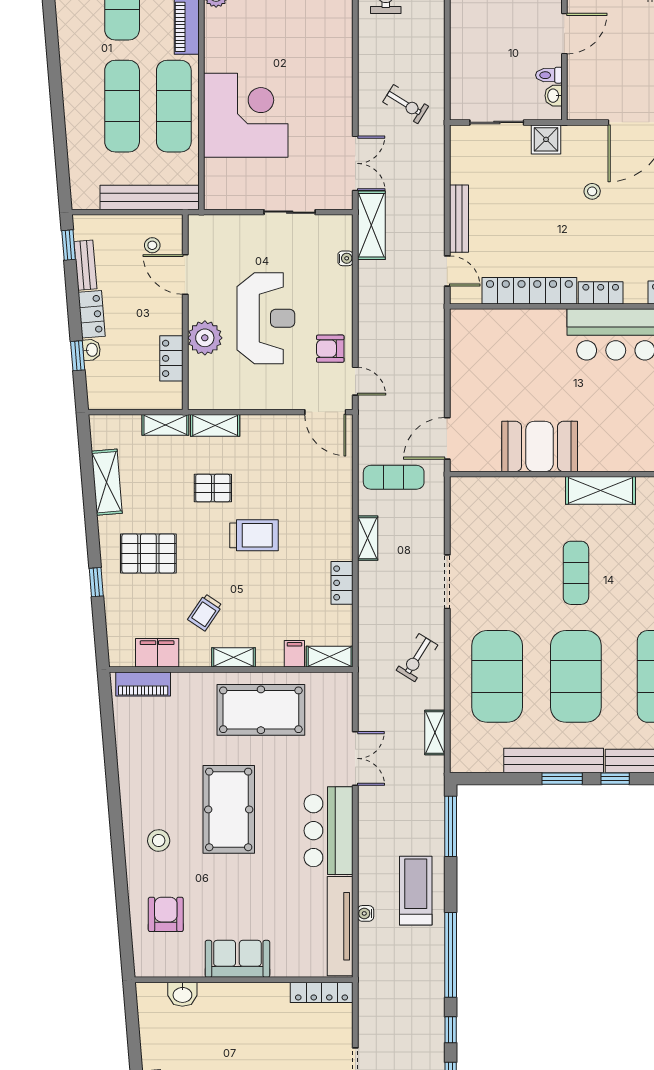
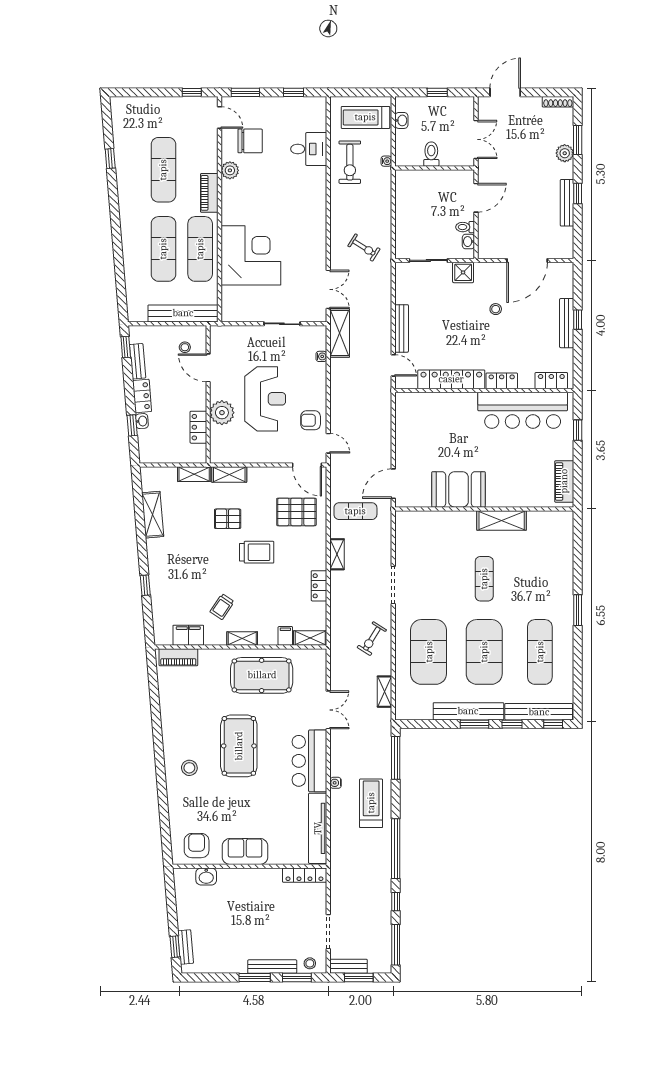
pallet: (148, 553) -> (296, 512), moved
water cooler: (366, 913) -> (336, 783), moved
armchair: (166, 914) -> (197, 846), moved

